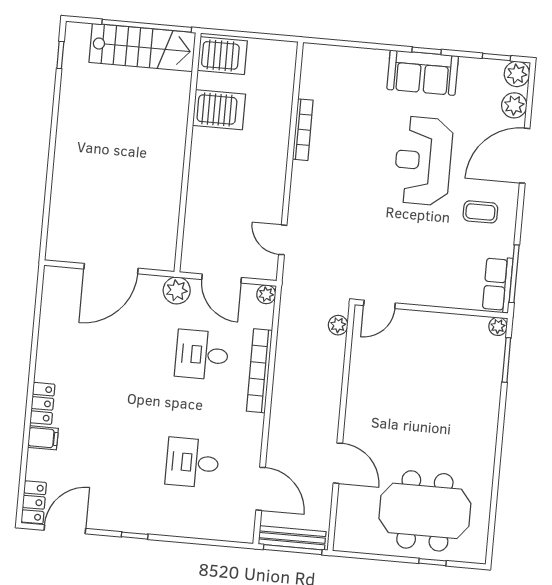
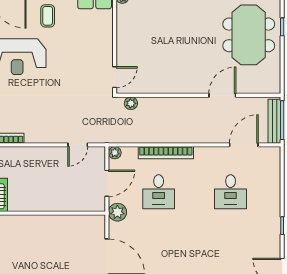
door: (379, 304) -> (115, 77), hinge flipped

